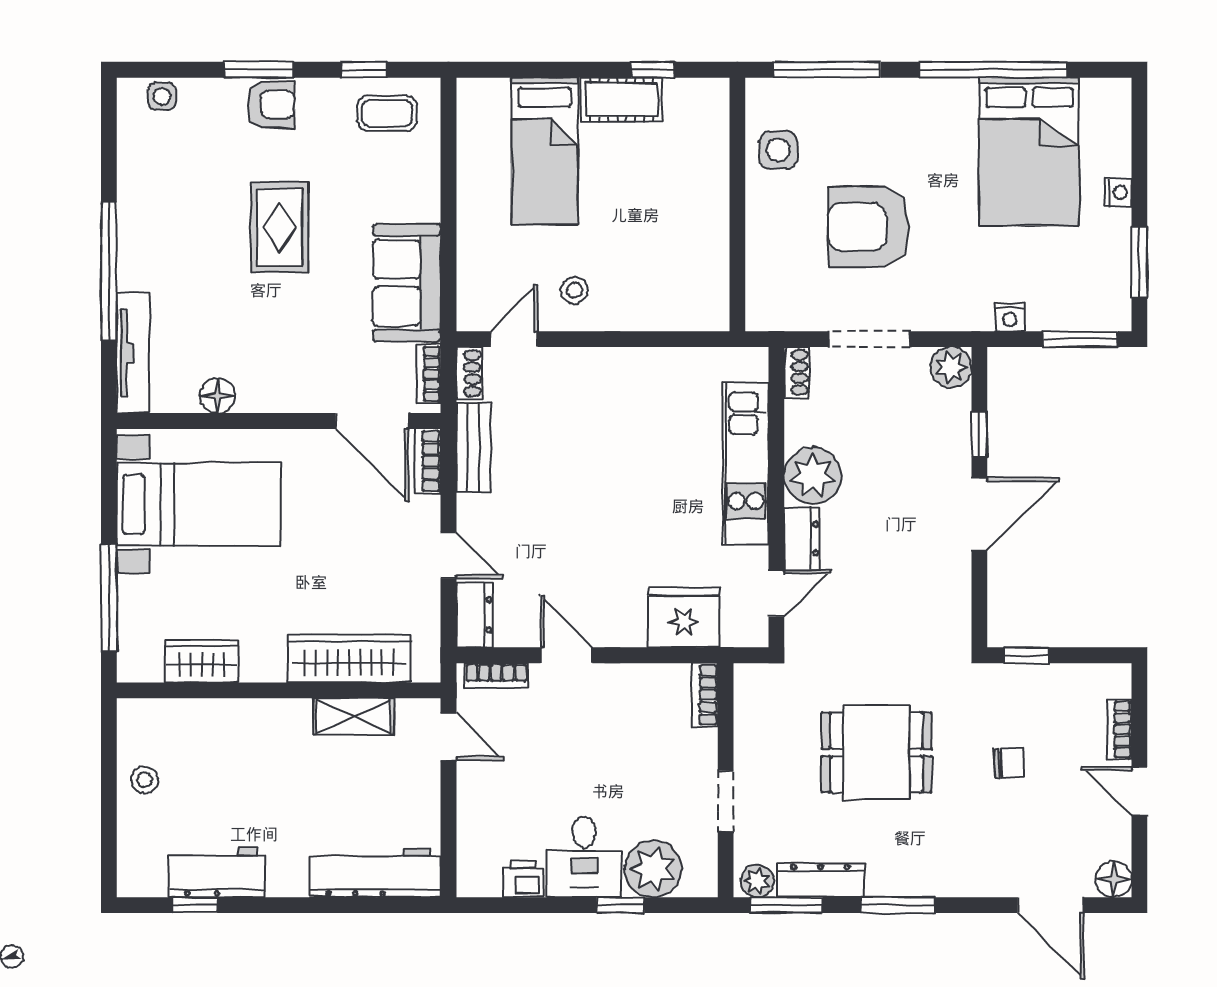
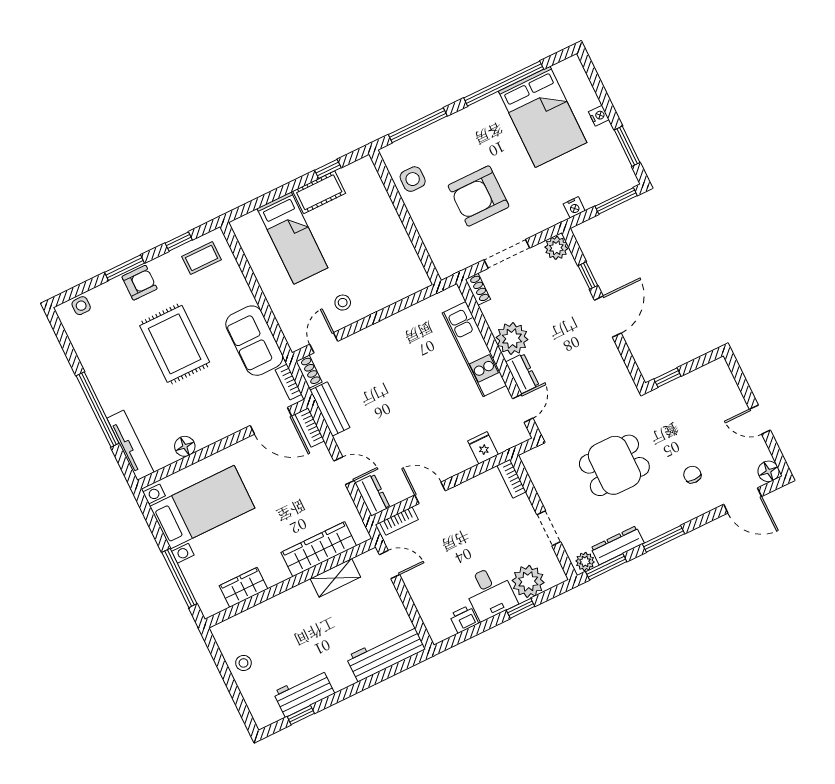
rug: (279, 227) -> (175, 344), width x1.36, depth x1.43
fridge: (684, 617) -> (483, 448), width x0.53, depth x0.75
bookcase: (1120, 729) -> (734, 393), removed
chair: (1009, 763) -> (692, 475), moved, turned -88

